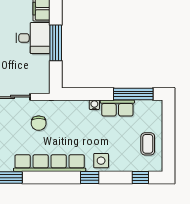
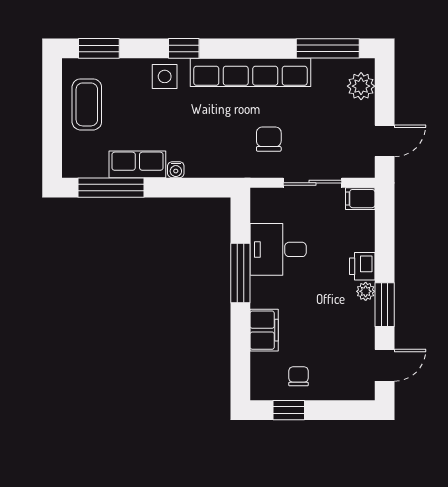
desk: (33, 38) -> (278, 249), moved
coffee table: (148, 144) -> (87, 104), width x1.36, depth x1.30
window: (140, 178) -> (99, 48), width x1.50

